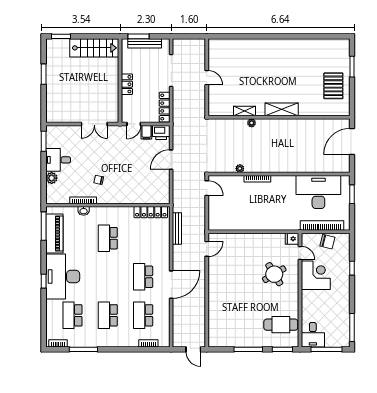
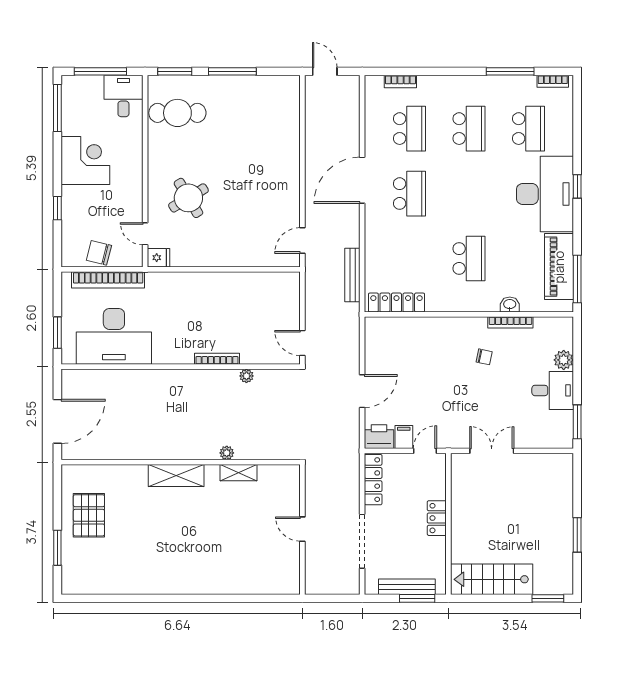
corner desk: (316, 275) -> (85, 160), moved, turned 180

